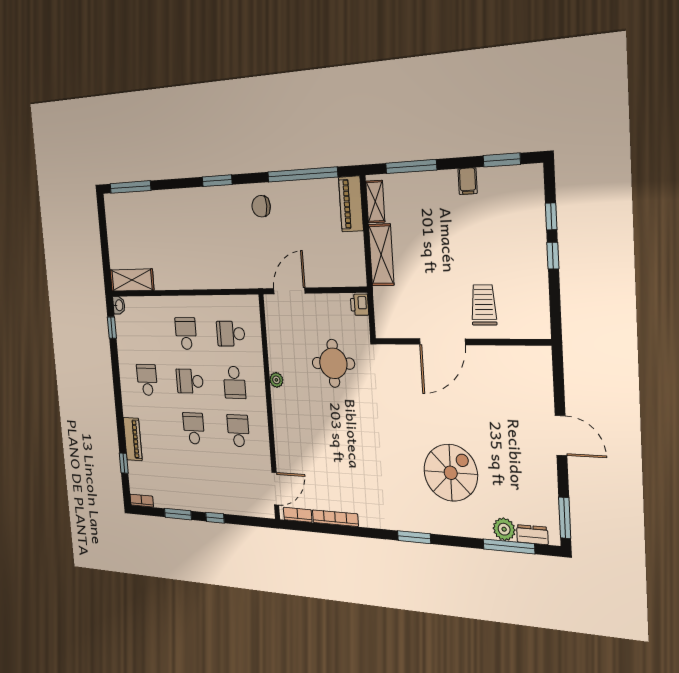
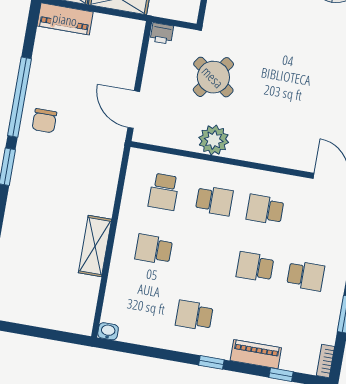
window: (302, 174) -> (19, 97), moved
shelving: (132, 280) -> (95, 246), moved
window: (112, 328) -> (211, 362), moved
round table: (333, 363) -> (213, 77), turned 36
plant: (276, 380) -> (214, 140), width x1.88, depth x1.88
school desk: (190, 381) -> (306, 276), moved, turned -90

